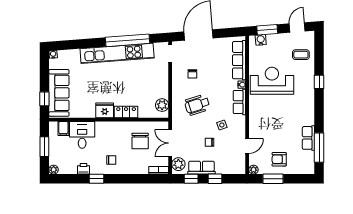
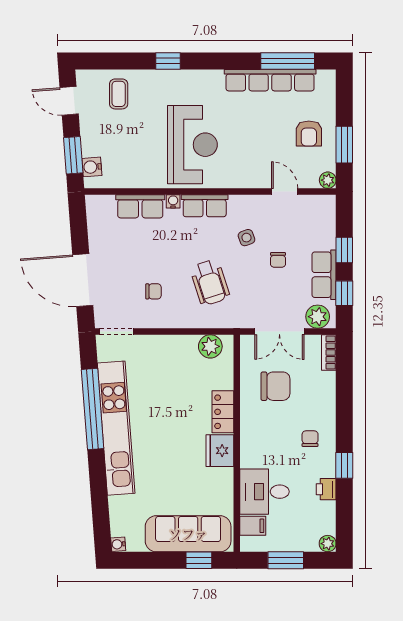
row of seats: (239, 60) -> (140, 206), width x0.68
reception desk: (272, 81) -> (192, 145), moved, turned 180
row of seats: (308, 138) -> (270, 80), width x2.02

